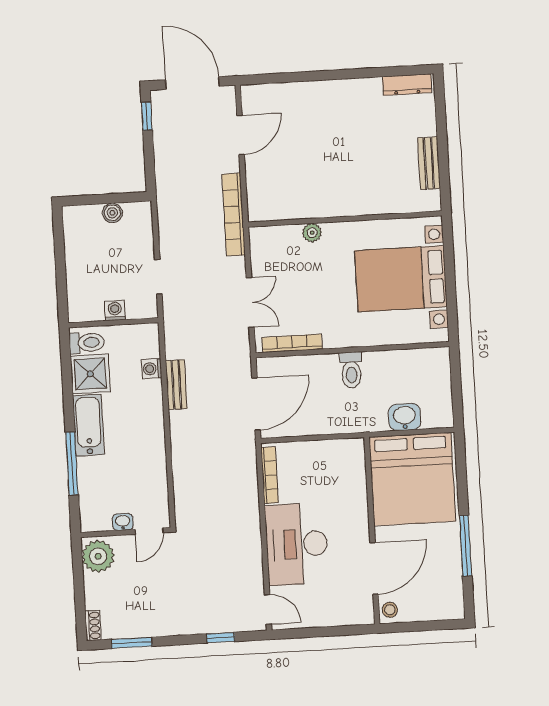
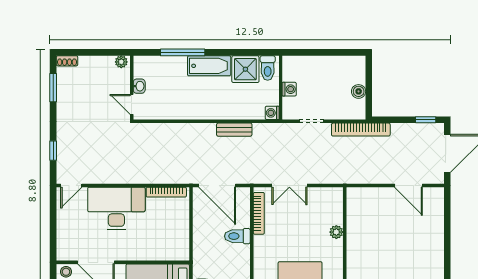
bookcase: (234, 215) -> (361, 130), moved, turned 180
washing machine: (152, 369) -> (272, 113), moved, turned -90
toilet: (351, 370) -> (237, 236), moved
plant: (98, 556) -> (121, 62), width x0.53, depth x0.53

